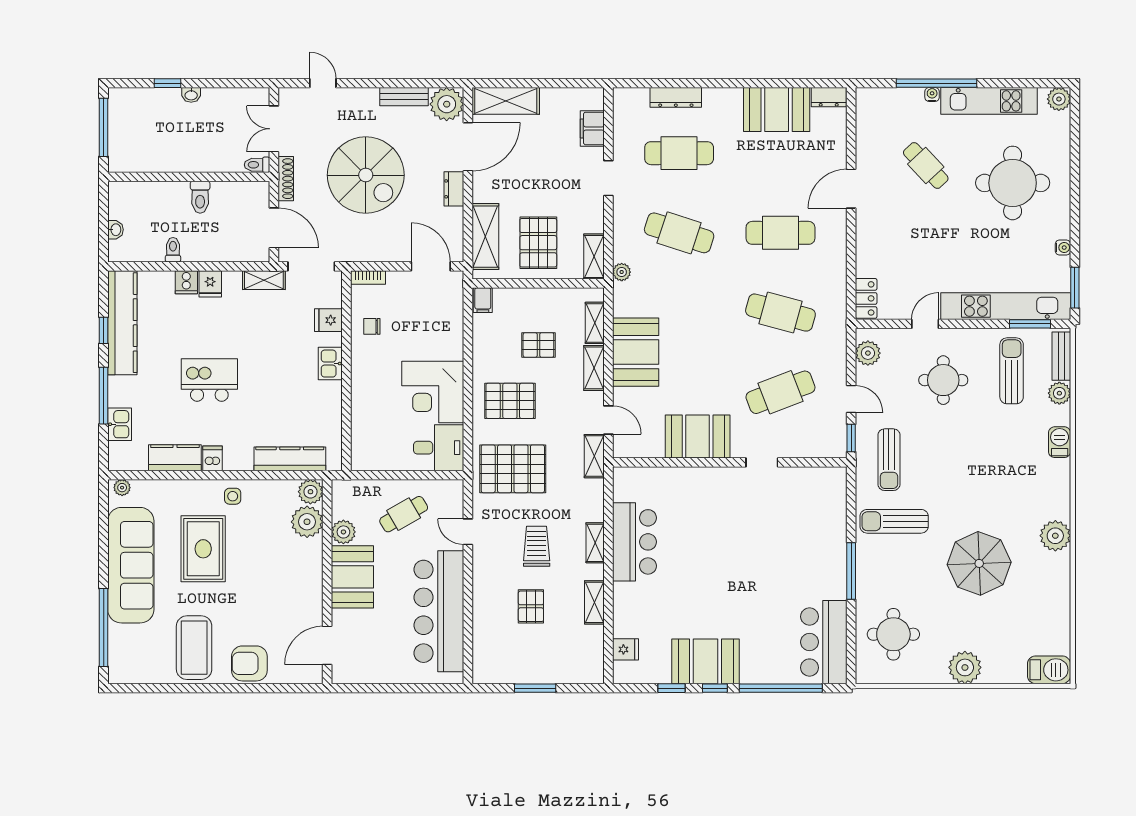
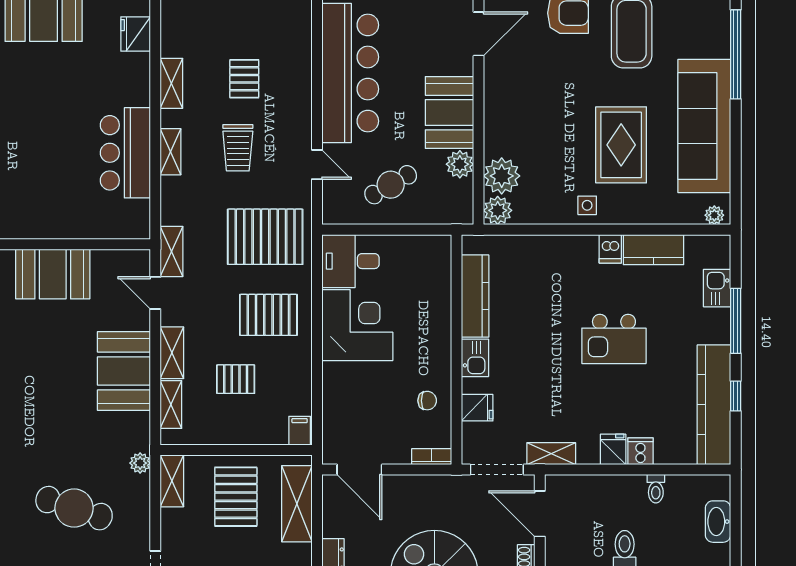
washbasin: (115, 230) -> (718, 522), width x1.91, depth x1.45
kitchen counter: (290, 459) -> (475, 296), moved, turned -90
fridge: (626, 649) -> (136, 34), width x1.38

